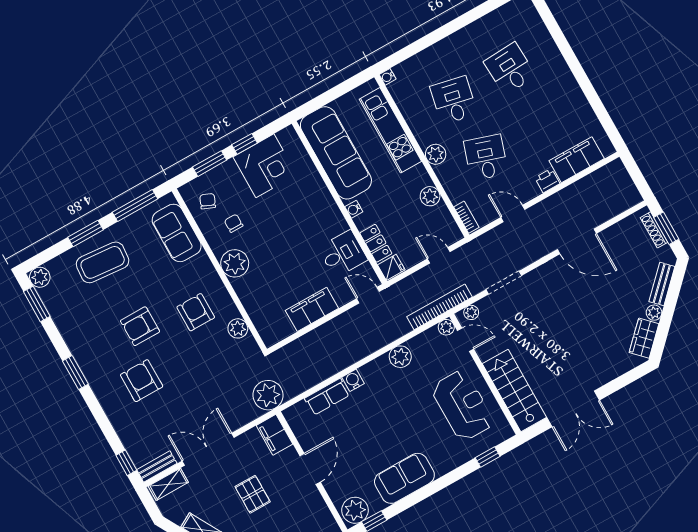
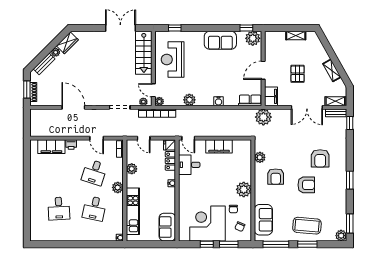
sofa: (336, 153) -> (167, 227), width x0.54, depth x0.79
corner desk: (265, 166) -> (207, 223), width x1.36, depth x1.36
row of seats: (327, 397) -> (250, 100), moved

